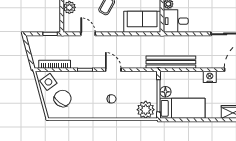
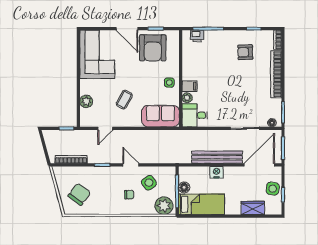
door: (88, 34) -> (105, 128), swing flipped
bench: (171, 62) -> (217, 157), moved
nightstand: (210, 77) -> (216, 172), moved
side table: (48, 82) -> (149, 183), moved

